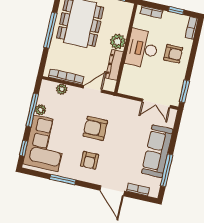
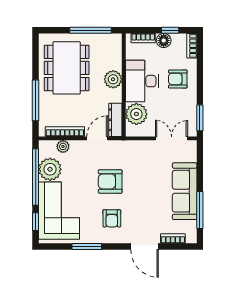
floor lamp: (169, 18) -> (164, 41), added
window: (50, 30) -> (36, 100), moved
armchair: (173, 54) -> (178, 79), turned 180
dresser: (114, 65) -> (115, 120), moved
plant: (131, 76) -> (136, 114), added
double door: (156, 103) -> (172, 138), swing flipped
window: (32, 110) -> (36, 177), width x1.46
plant: (41, 110) -> (50, 169), width x1.87, depth x1.87

